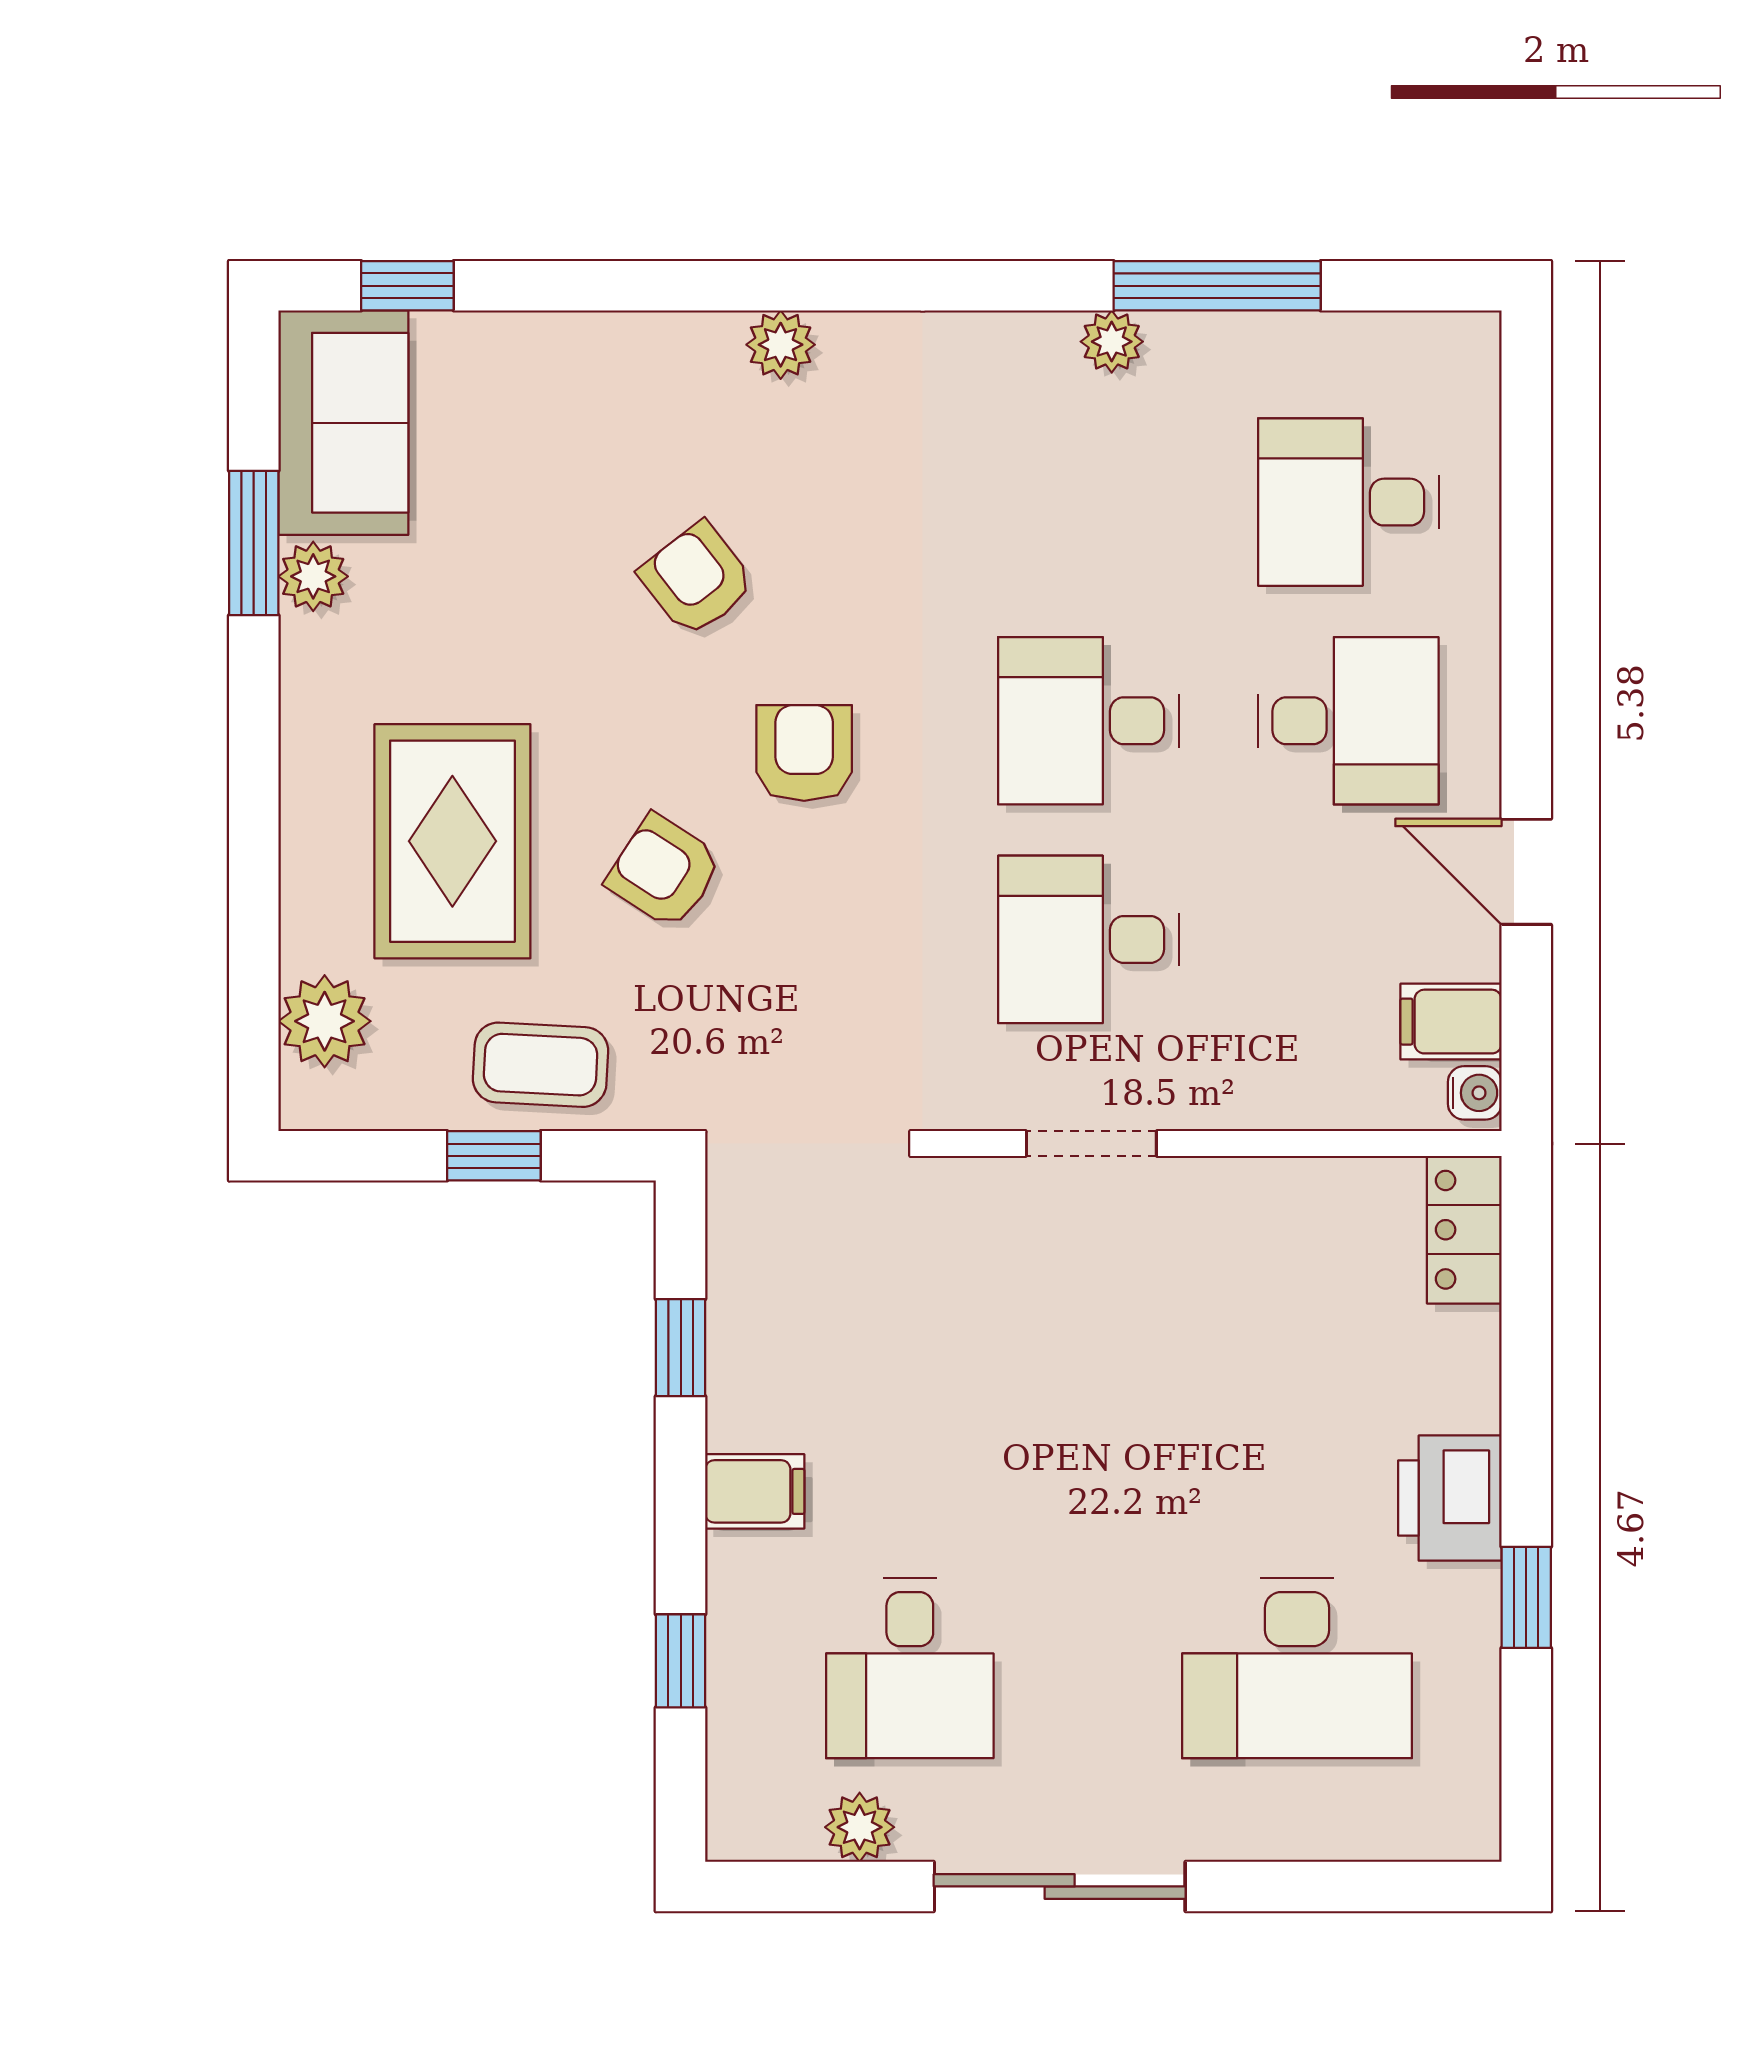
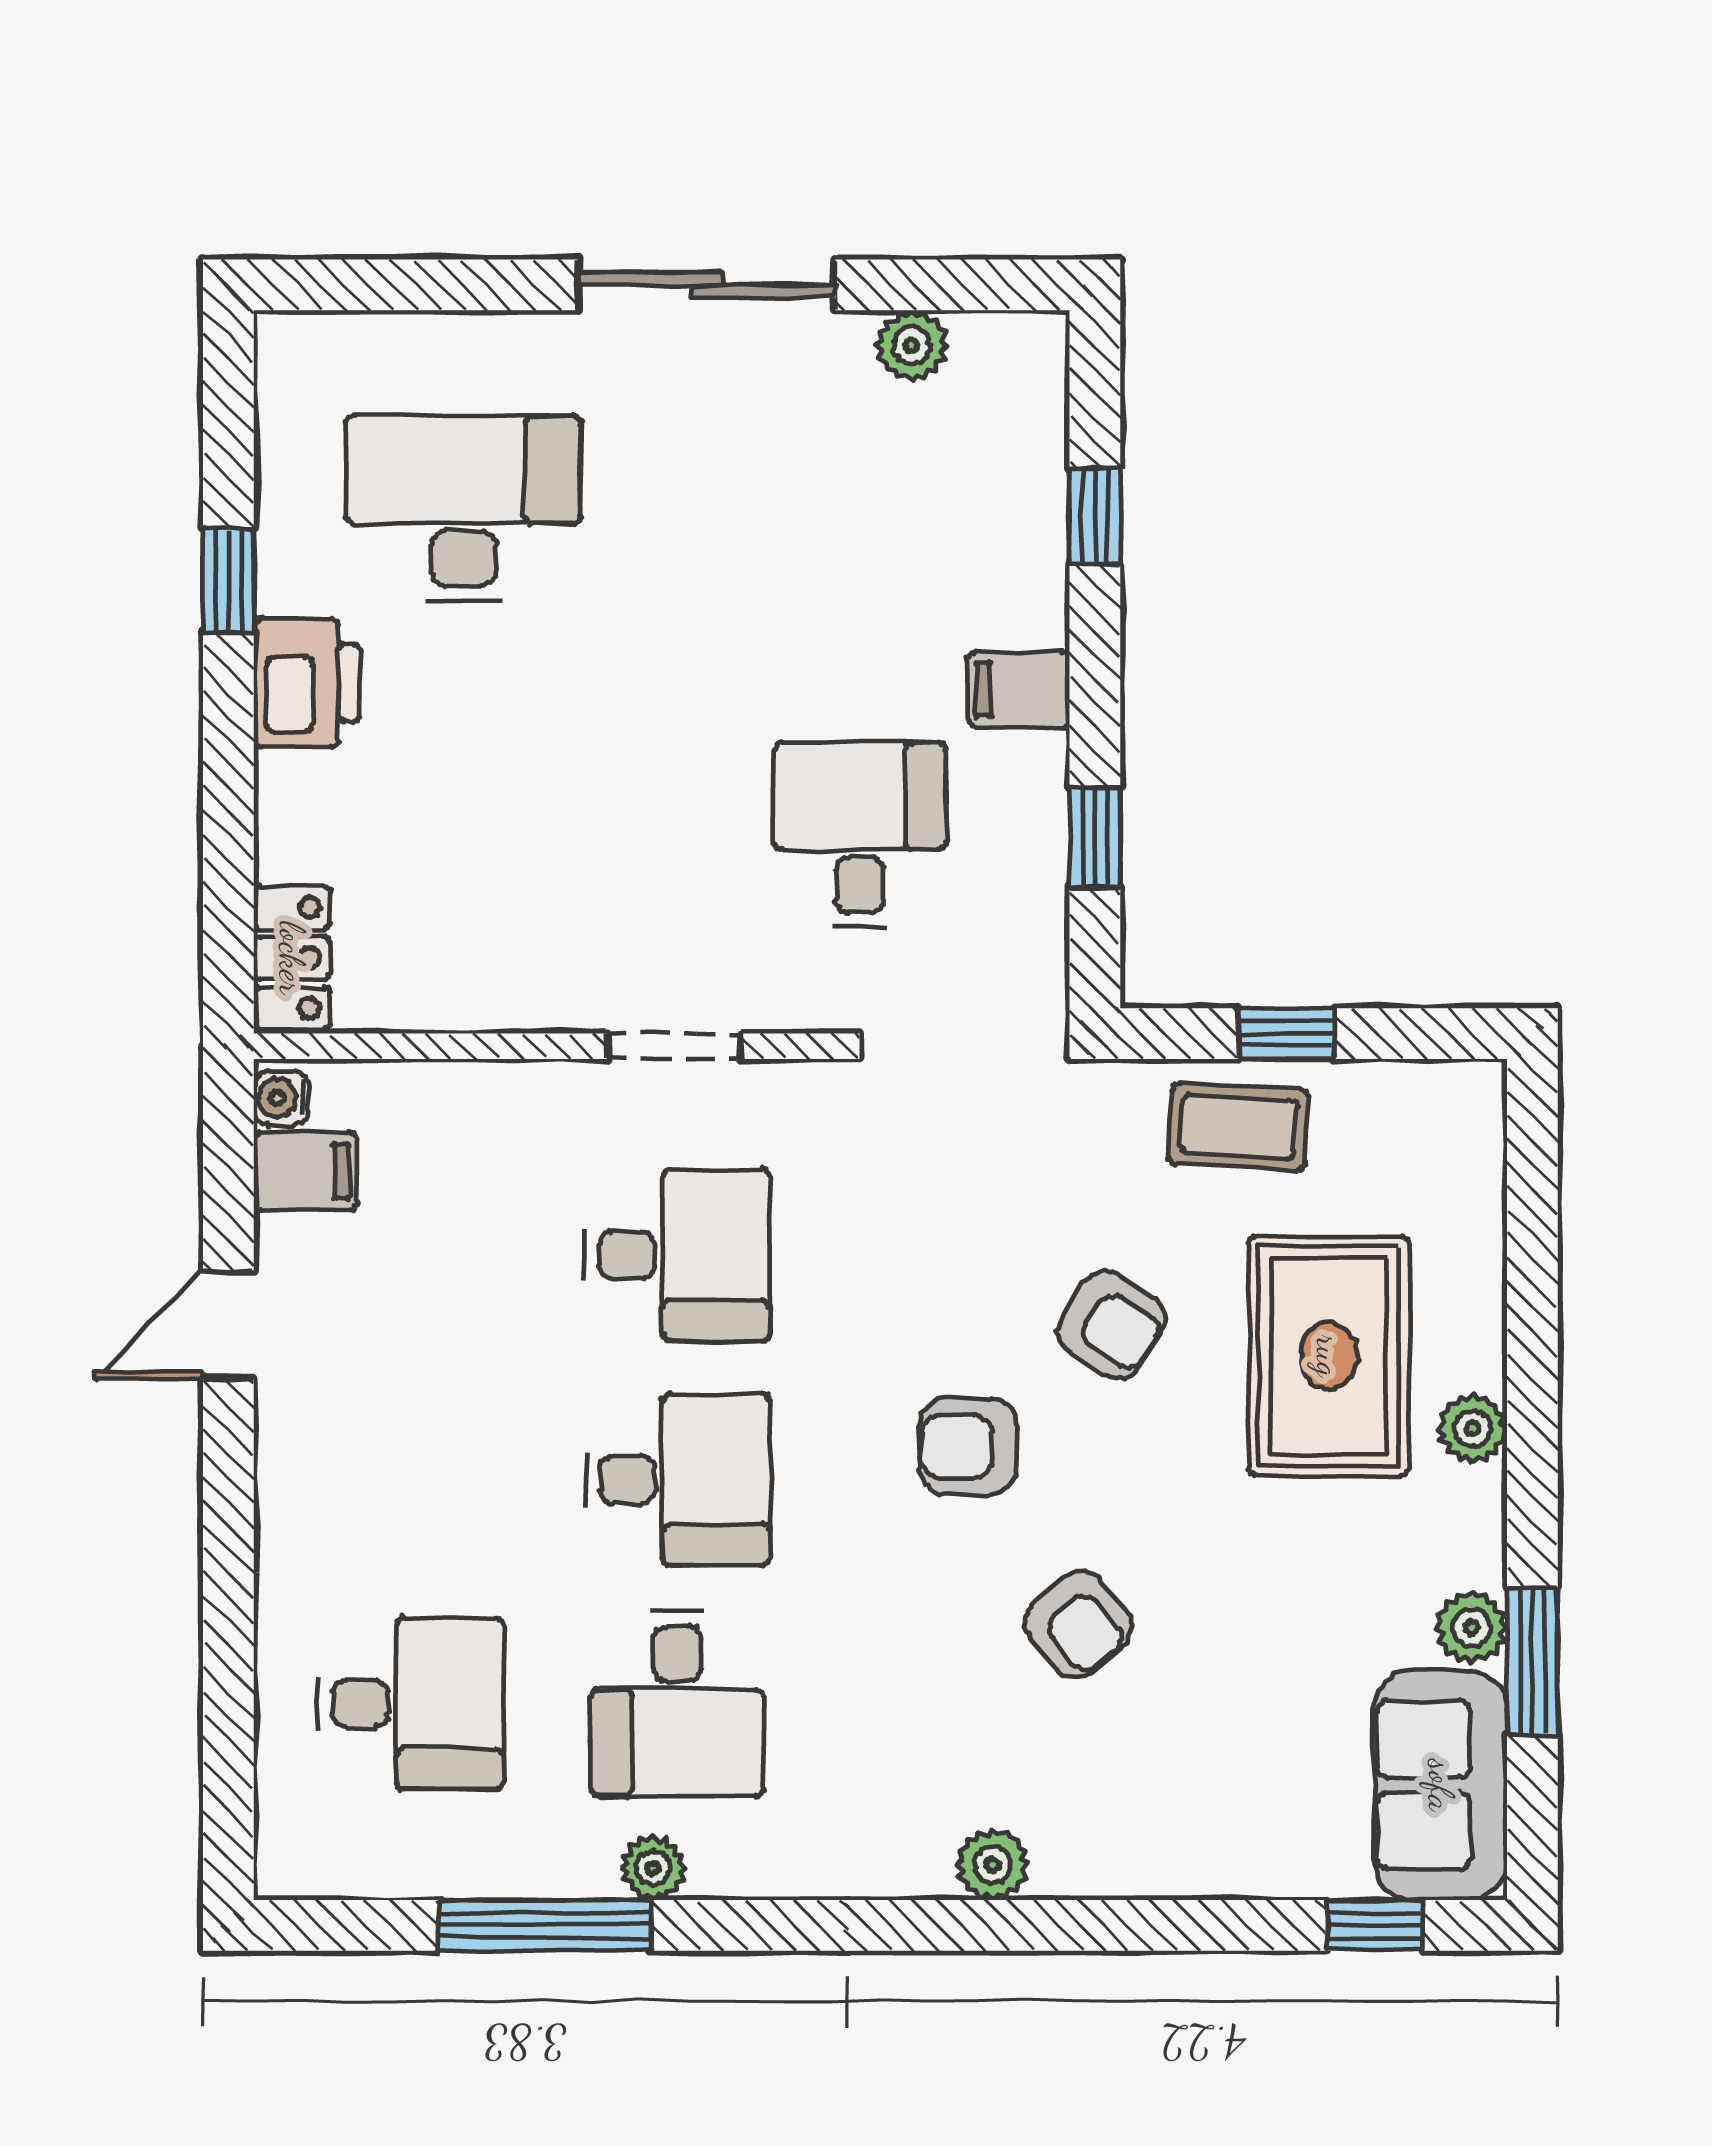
desk: (1348, 721) -> (677, 1704), moved, turned -90
armchair: (804, 753) -> (968, 1446), turned 90
door: (1526, 872) -> (228, 1325), swing flipped
plant: (325, 1021) -> (1473, 1428), moved, width x0.73, depth x0.73
desk: (910, 1668) -> (860, 835), moved

